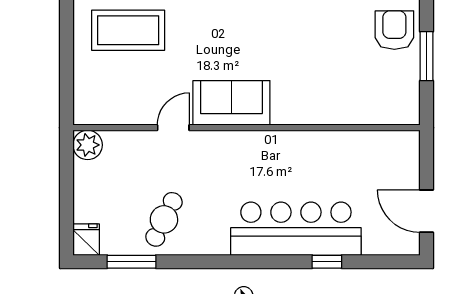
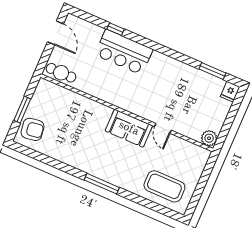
armchair: (394, 30) -> (33, 129), turned -98
door: (173, 128) -> (163, 128), hinge flipped
cafe table: (164, 219) -> (61, 73), moved, turned 64
bar counter: (296, 229) -> (124, 52), width x0.73

